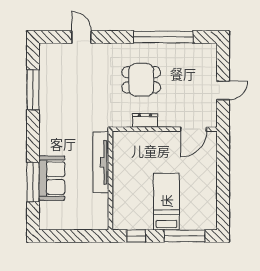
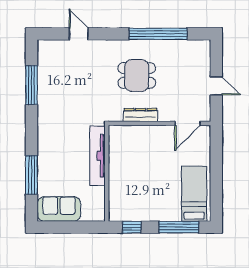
door: (223, 90) -> (216, 86), hinge flipped
dresser: (145, 120) -> (140, 115), width x1.44
sofa: (52, 178) -> (59, 209), moved, turned -90
bed: (166, 201) -> (194, 194), moved

